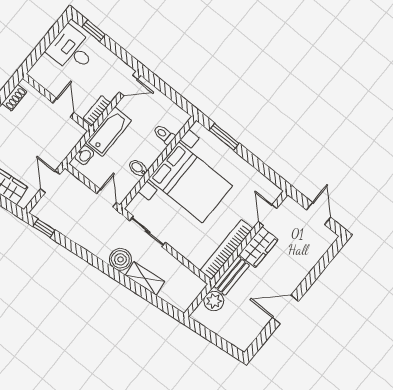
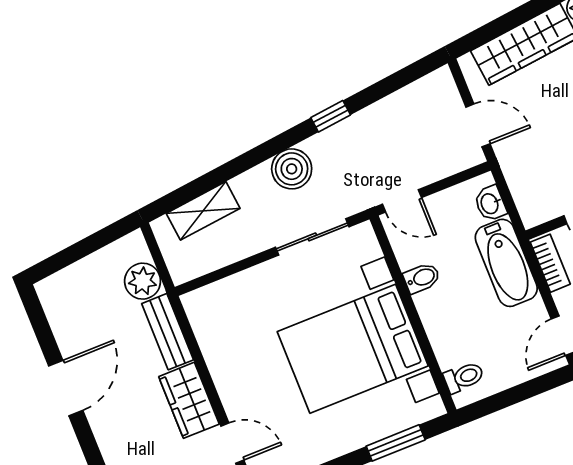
toilet: (164, 135) -> (464, 377), moved
window: (44, 228) -> (331, 116), moved
bookcase: (226, 250) -> (214, 347), removed
shelving: (145, 278) -> (203, 211), moved

